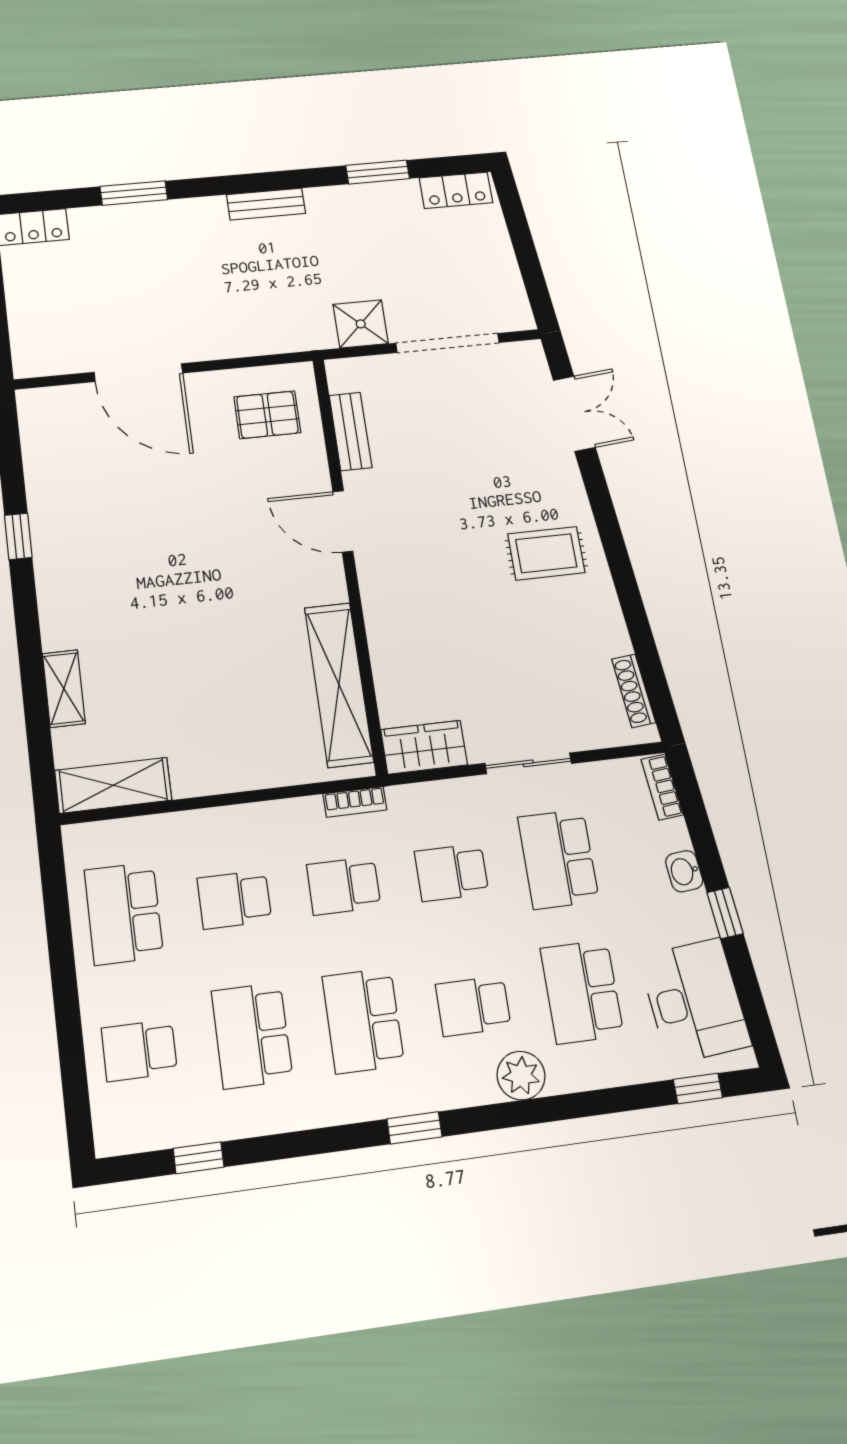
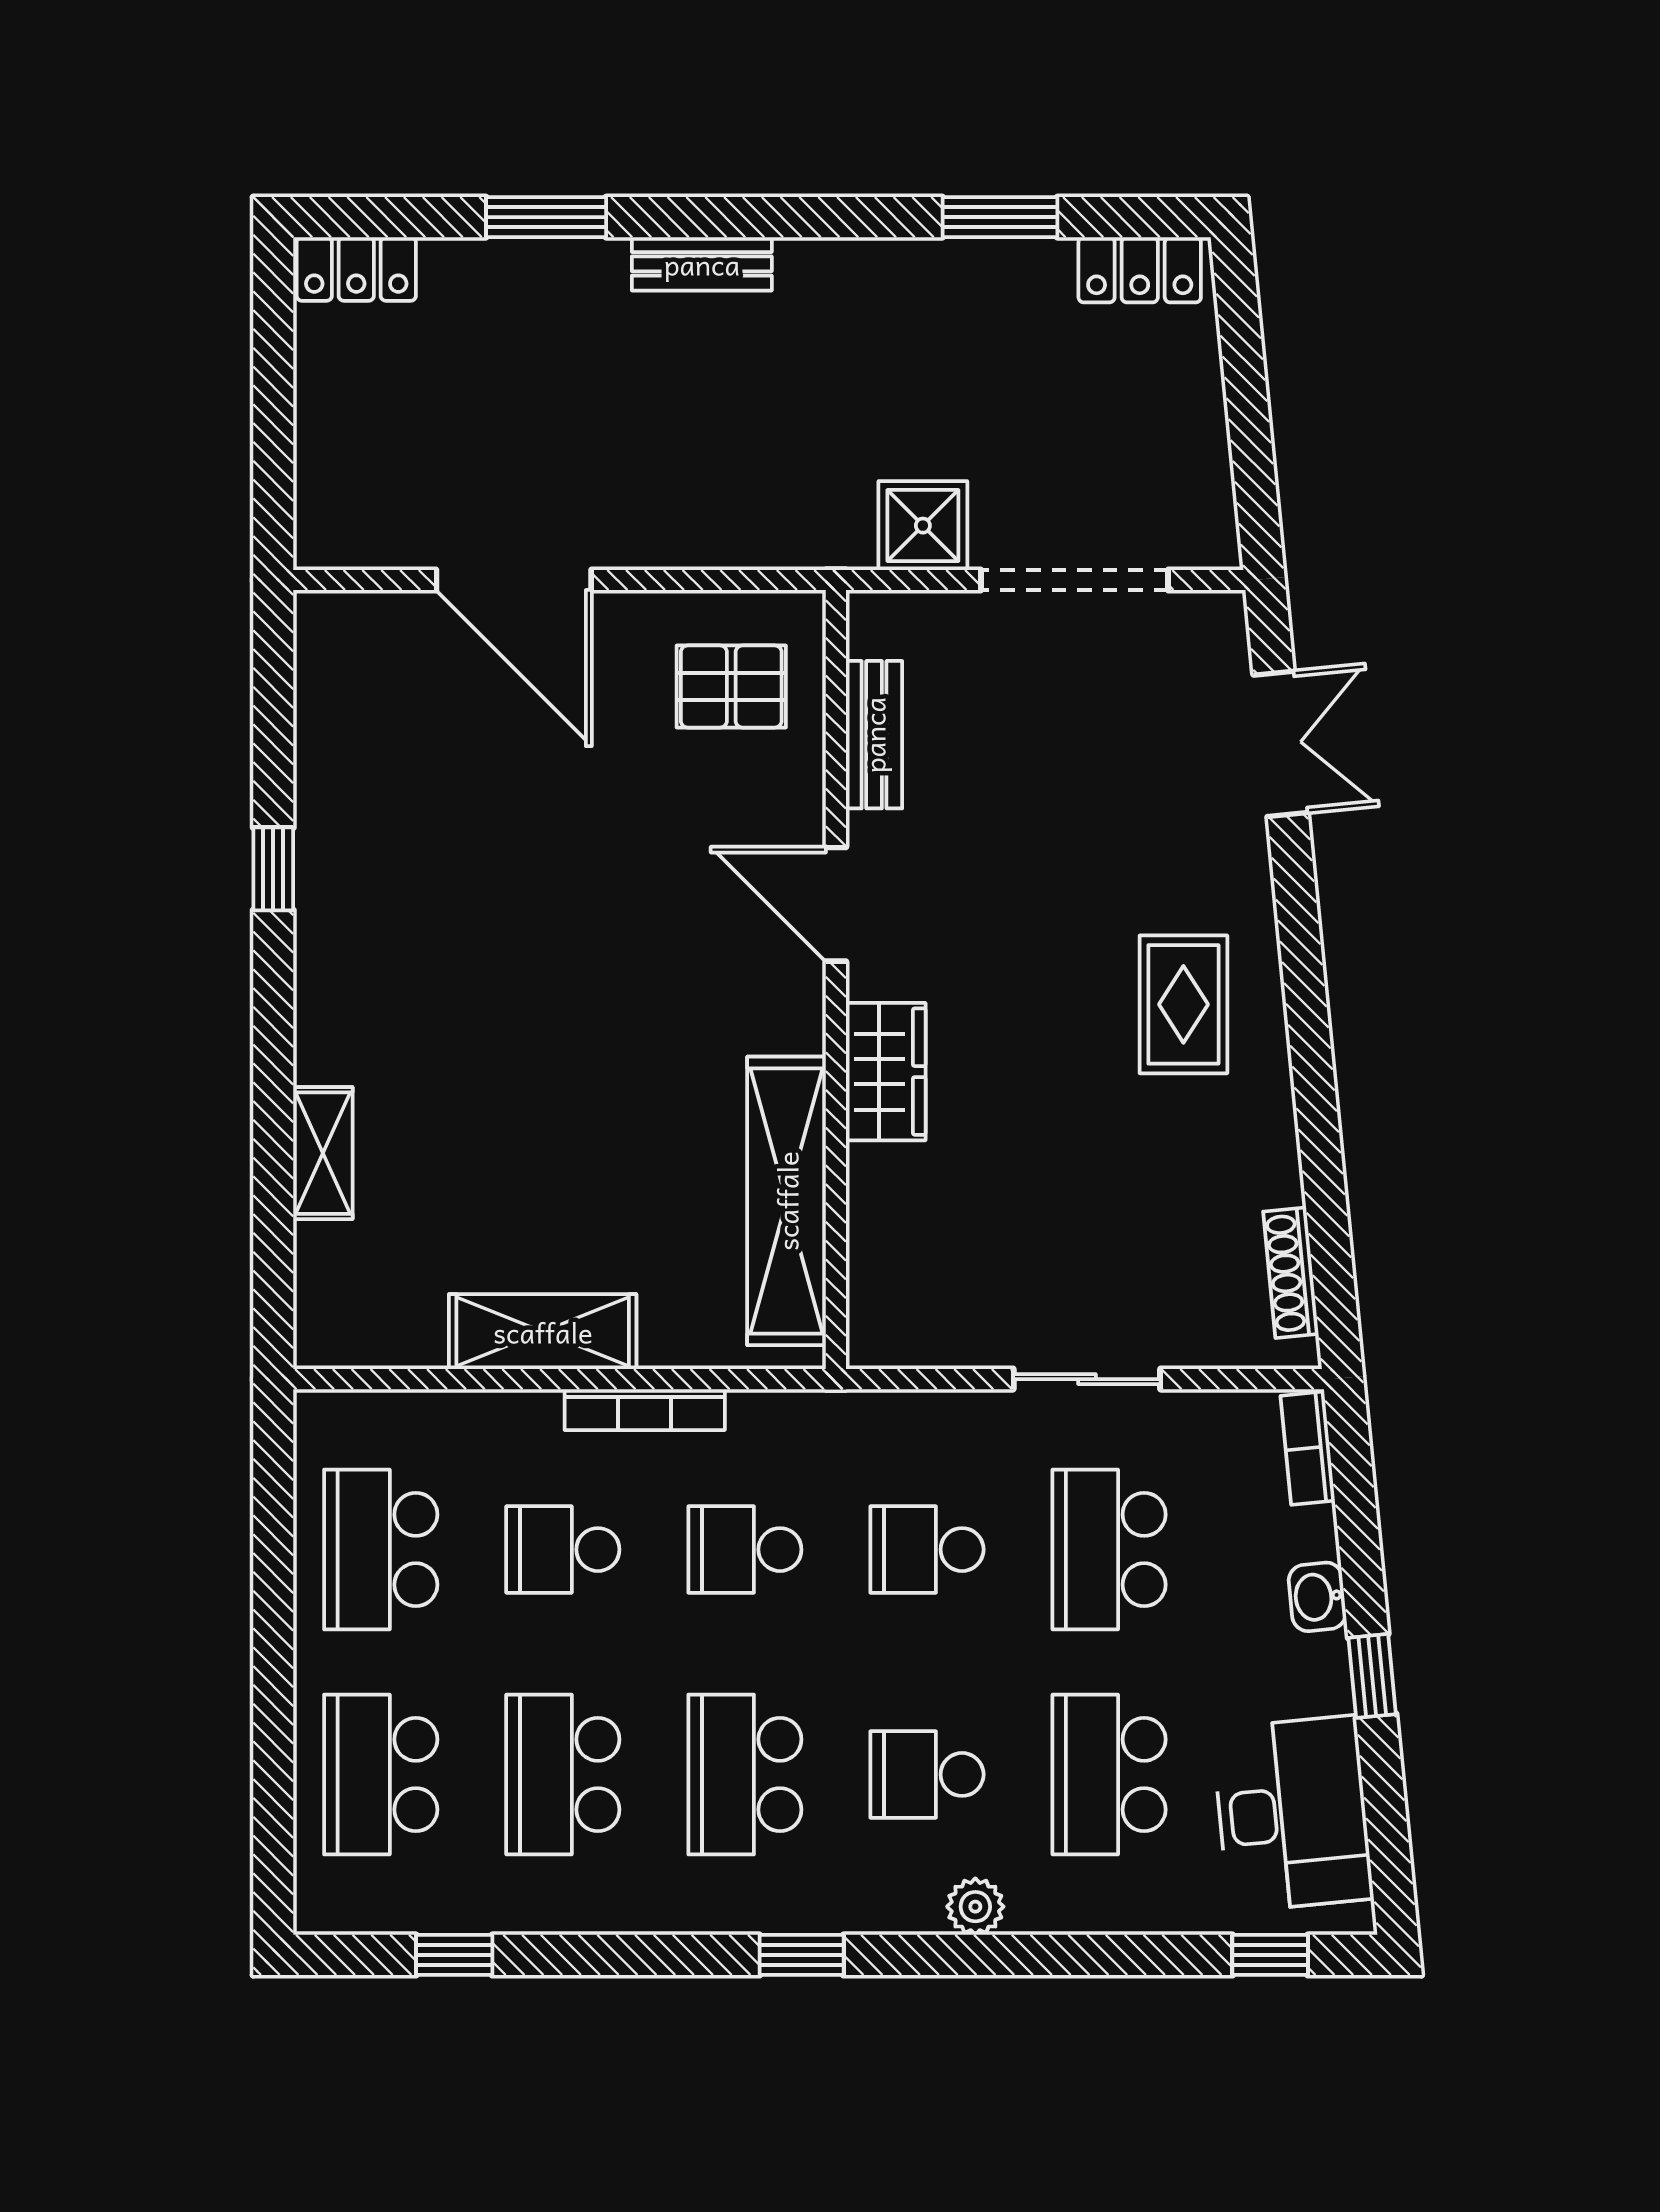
bench: (266, 204) -> (702, 264), moved
rug: (546, 553) -> (1183, 1004), turned 90
wardrobe: (424, 747) -> (886, 1072), moved, turned 90
shelving: (113, 785) -> (543, 1332), moved
bookcase: (355, 802) -> (645, 1410), moved, width x1.56
school desk: (139, 1050) -> (381, 1774), width x1.85
plant: (521, 1076) -> (975, 1907), width x0.73, depth x0.73

